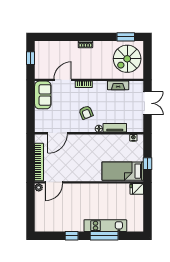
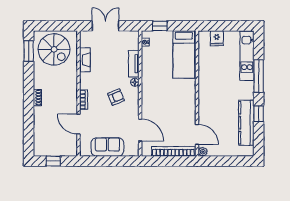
sofa: (43, 95) -> (107, 147), moved
window: (147, 164) -> (160, 26), moved
fridge: (137, 189) -> (217, 38), moved
kitchen counter: (64, 225) -> (246, 123), added
kitchen unit: (105, 226) -> (247, 56), moved

